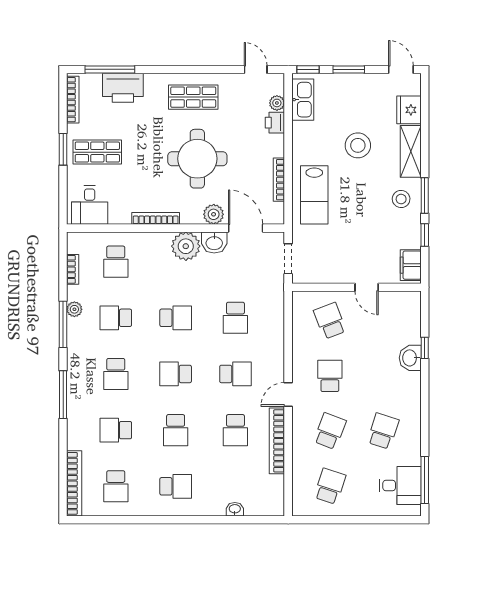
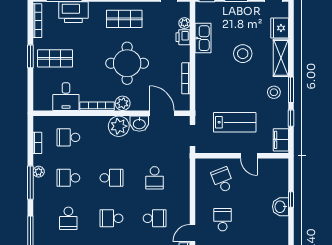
kitchen sink: (303, 100) -> (203, 38), moved
lab bench: (314, 195) -> (235, 122), moved, turned -90
desk: (90, 205) -> (66, 97), moved
plant: (214, 214) -> (123, 103), moved
school desk: (116, 262) -> (68, 137), turned 90

